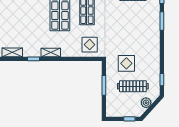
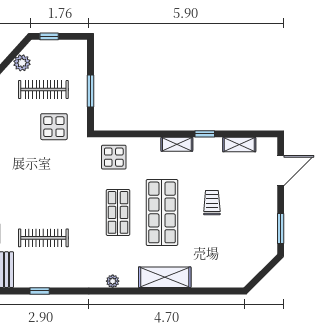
trolley: (29, 17) -> (212, 203), added

